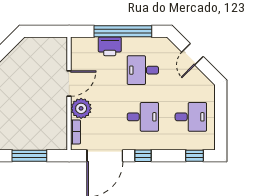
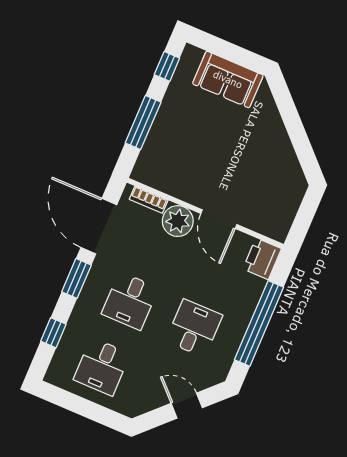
printer: (110, 46) -> (262, 259), moved
window: (143, 156) -> (77, 278), width x1.50
window: (195, 156) -> (53, 333), moved

